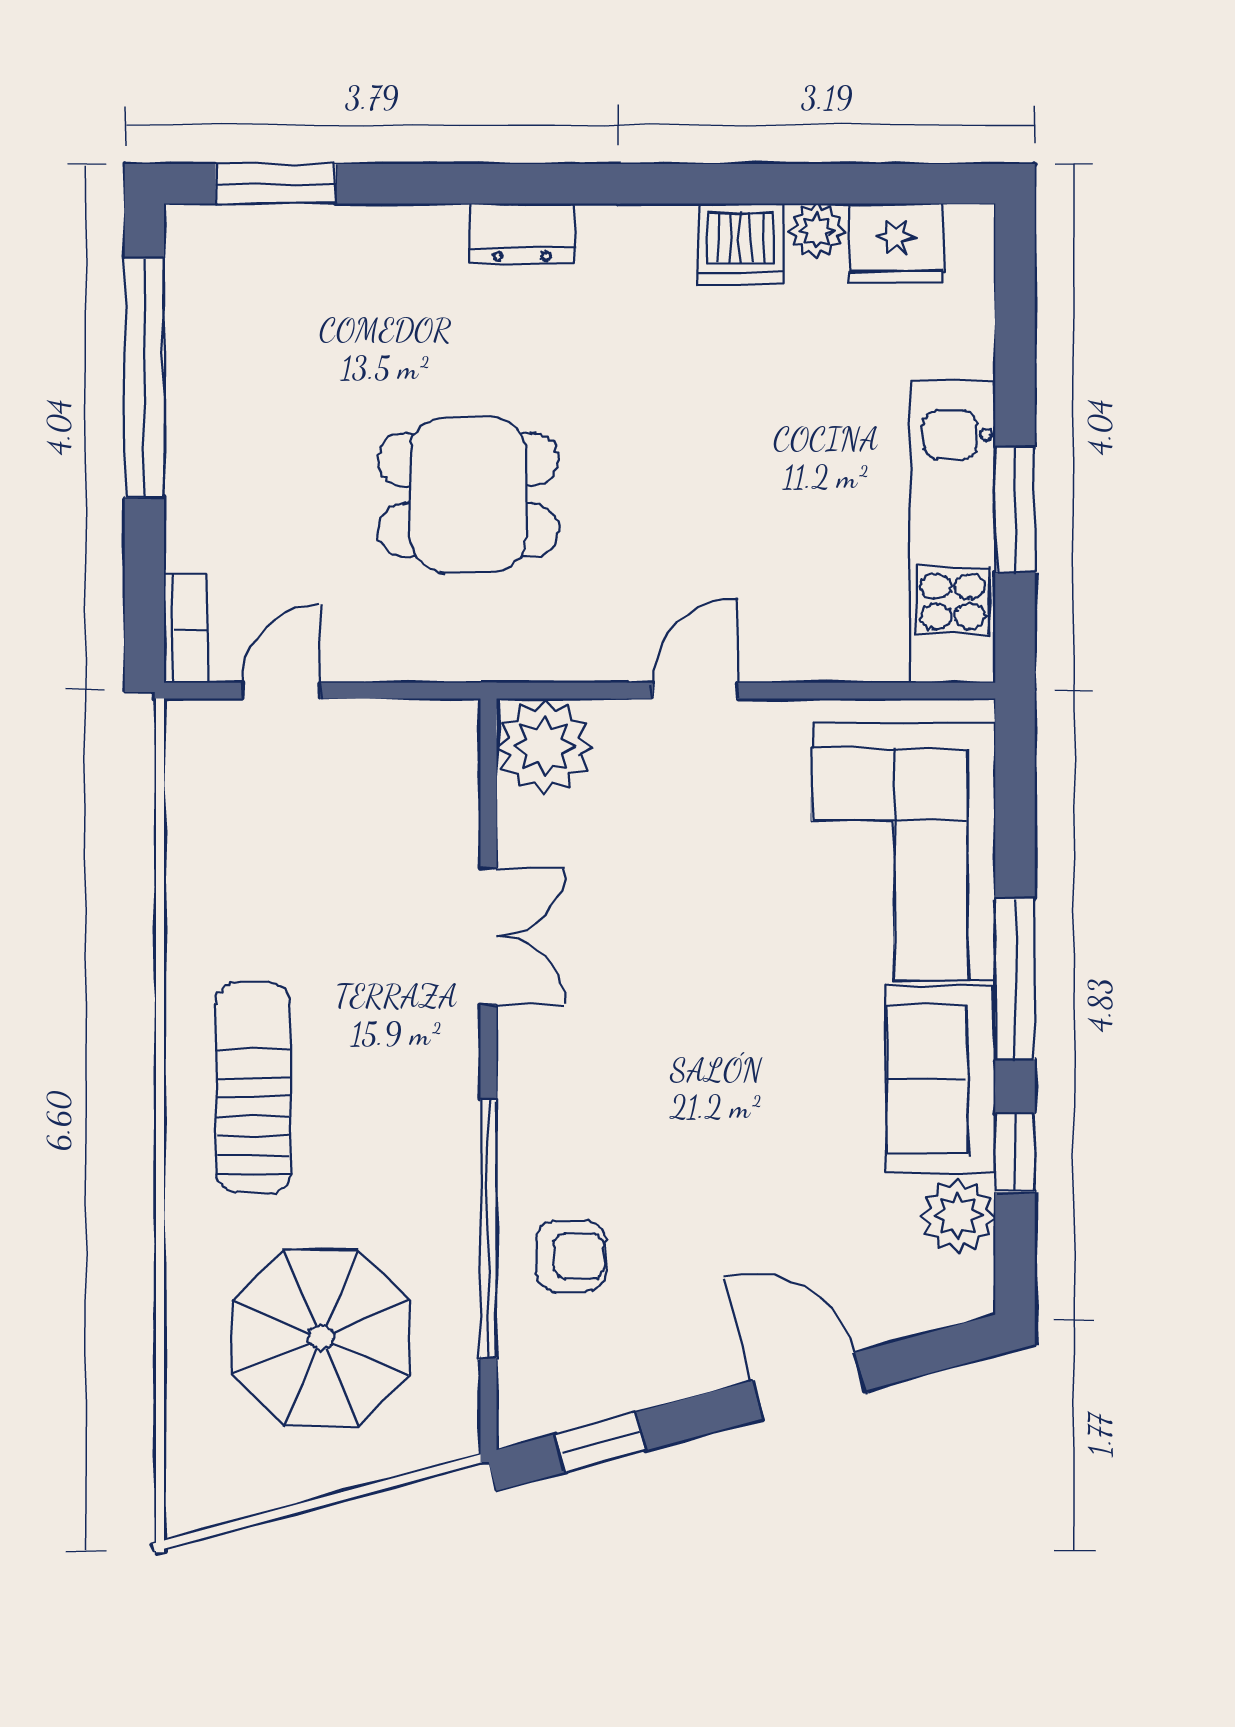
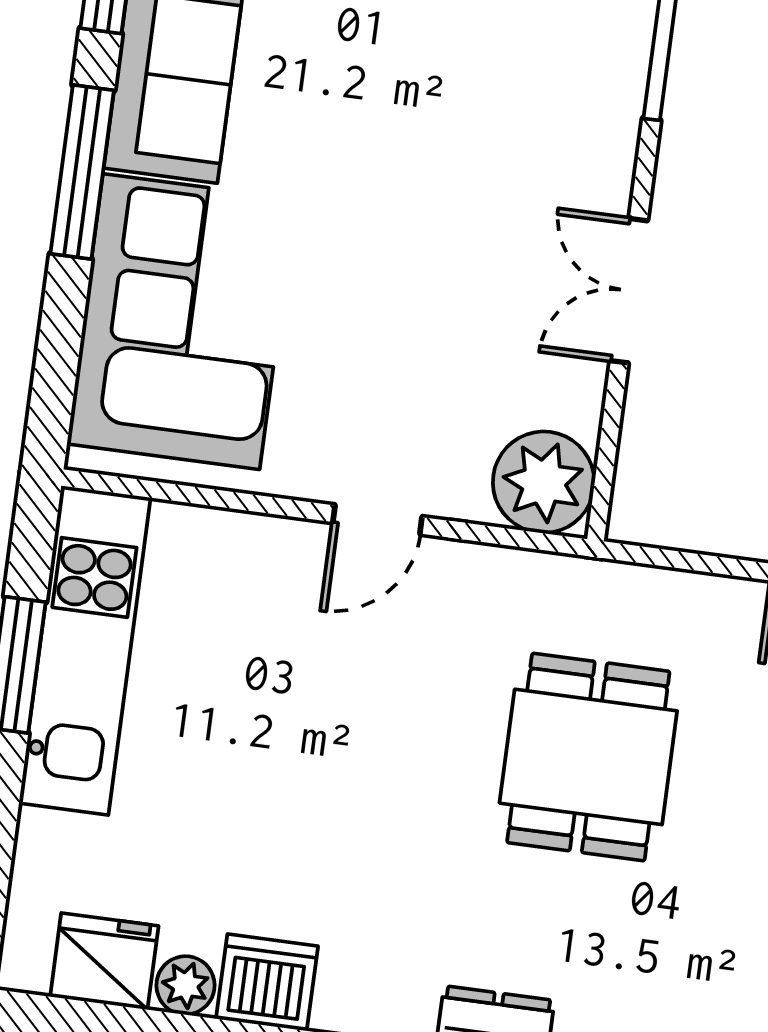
dining table: (468, 495) -> (588, 757), turned 90

